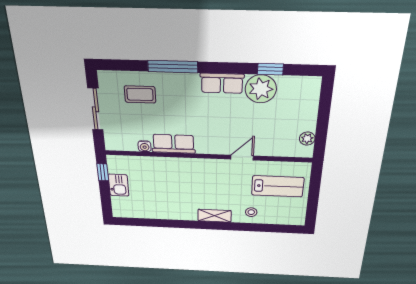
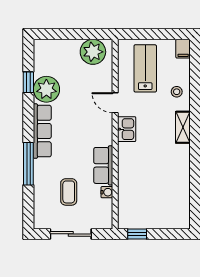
row of seats: (222, 83) -> (42, 131), width x1.48
coffee table: (140, 94) -> (69, 192), moved
plant: (307, 139) -> (93, 52), width x1.88, depth x1.88
kitchen sink: (119, 185) -> (127, 129), moved, turned 90
filing cabinet: (295, 219) -> (183, 49), added

